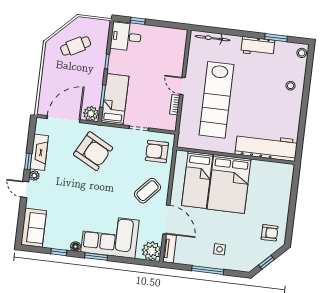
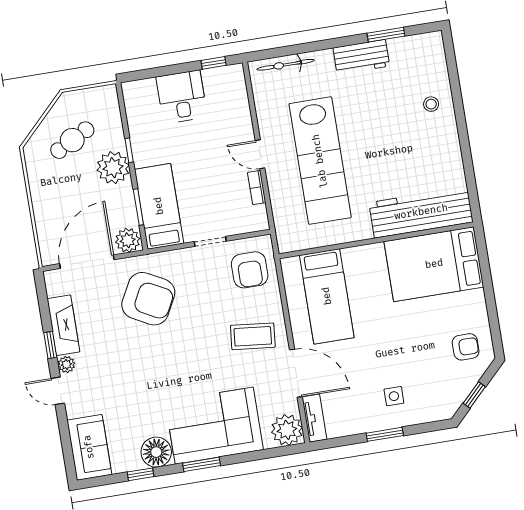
window: (138, 21) -> (214, 63), moved
desk: (126, 37) -> (182, 97), moved, turned 90
stool: (302, 53) -> (434, 47), removed
plant: (95, 69) -> (113, 168), added
armchair: (157, 151) -> (250, 270), turned -90
bed: (229, 184) -> (434, 264), moved, turned 90
coffee table: (147, 191) -> (253, 336), turned 54
floor lamp: (75, 247) -> (156, 452), width x1.89, depth x1.89
window: (208, 270) -> (385, 434), width x0.69

